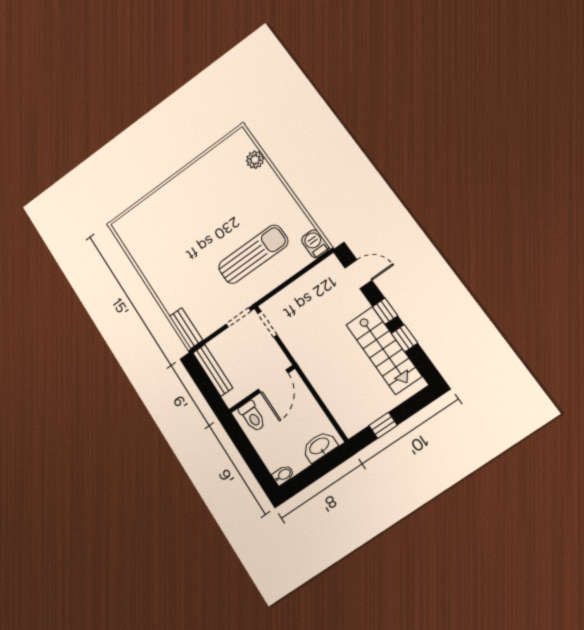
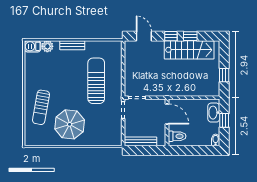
sun lounger: (172, 209) -> (41, 107), added
barbecue: (315, 244) -> (33, 46), moved
parasol: (174, 261) -> (70, 124), added
door: (358, 274) -> (144, 36), hinge flipped
bench: (186, 328) -> (72, 45), moved
window: (319, 469) -> (224, 120), added

